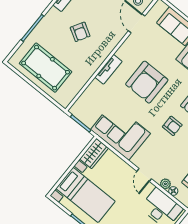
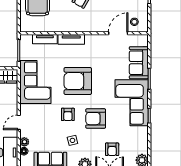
armchair: (147, 82) -> (78, 81), moved
tv unit: (89, 92) -> (45, 39), added

